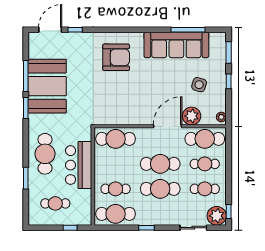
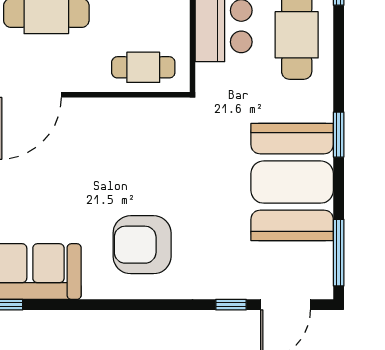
window: (26, 76) -> (339, 253), moved
cafe table: (116, 139) -> (143, 67), width x0.73, depth x0.74

